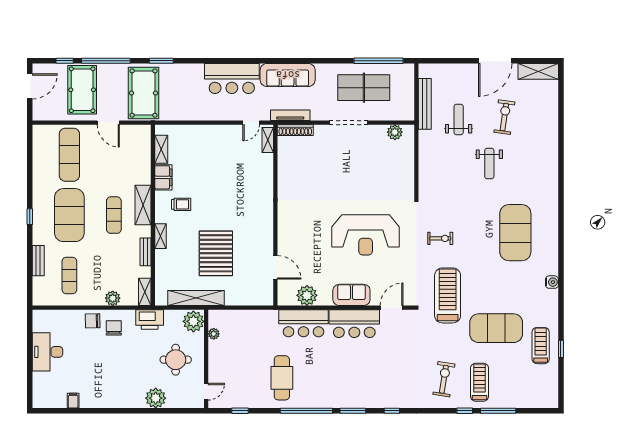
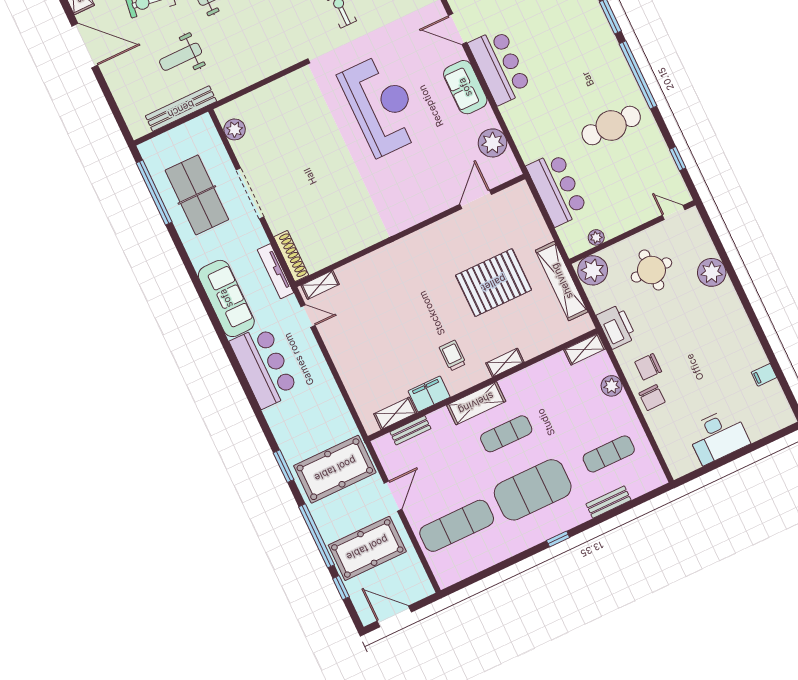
bench: (146, 252) -> (410, 430), moved
bar counter: (303, 323) -> (557, 189), moved

